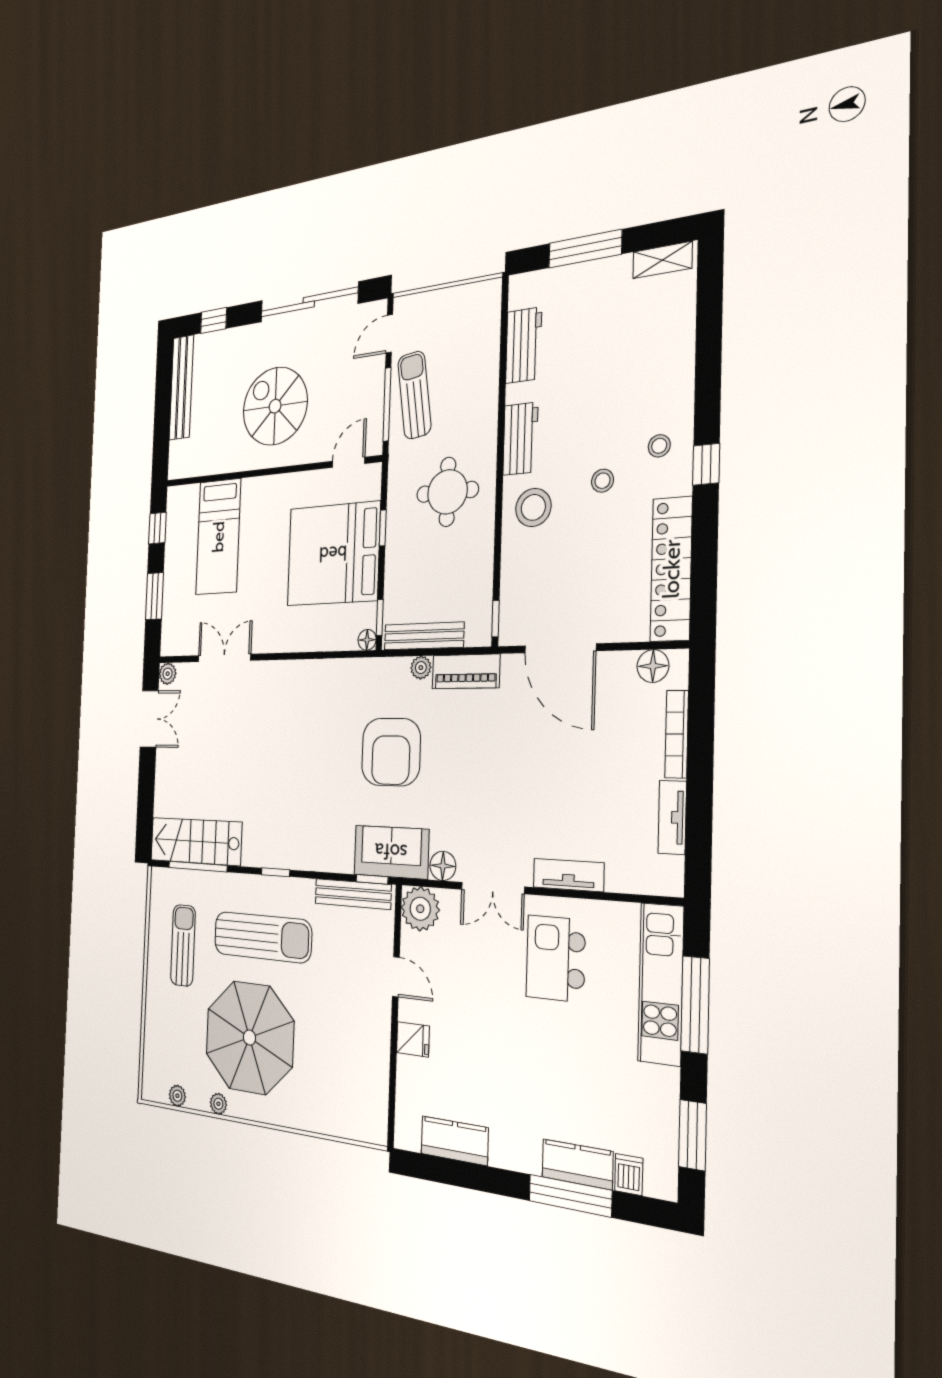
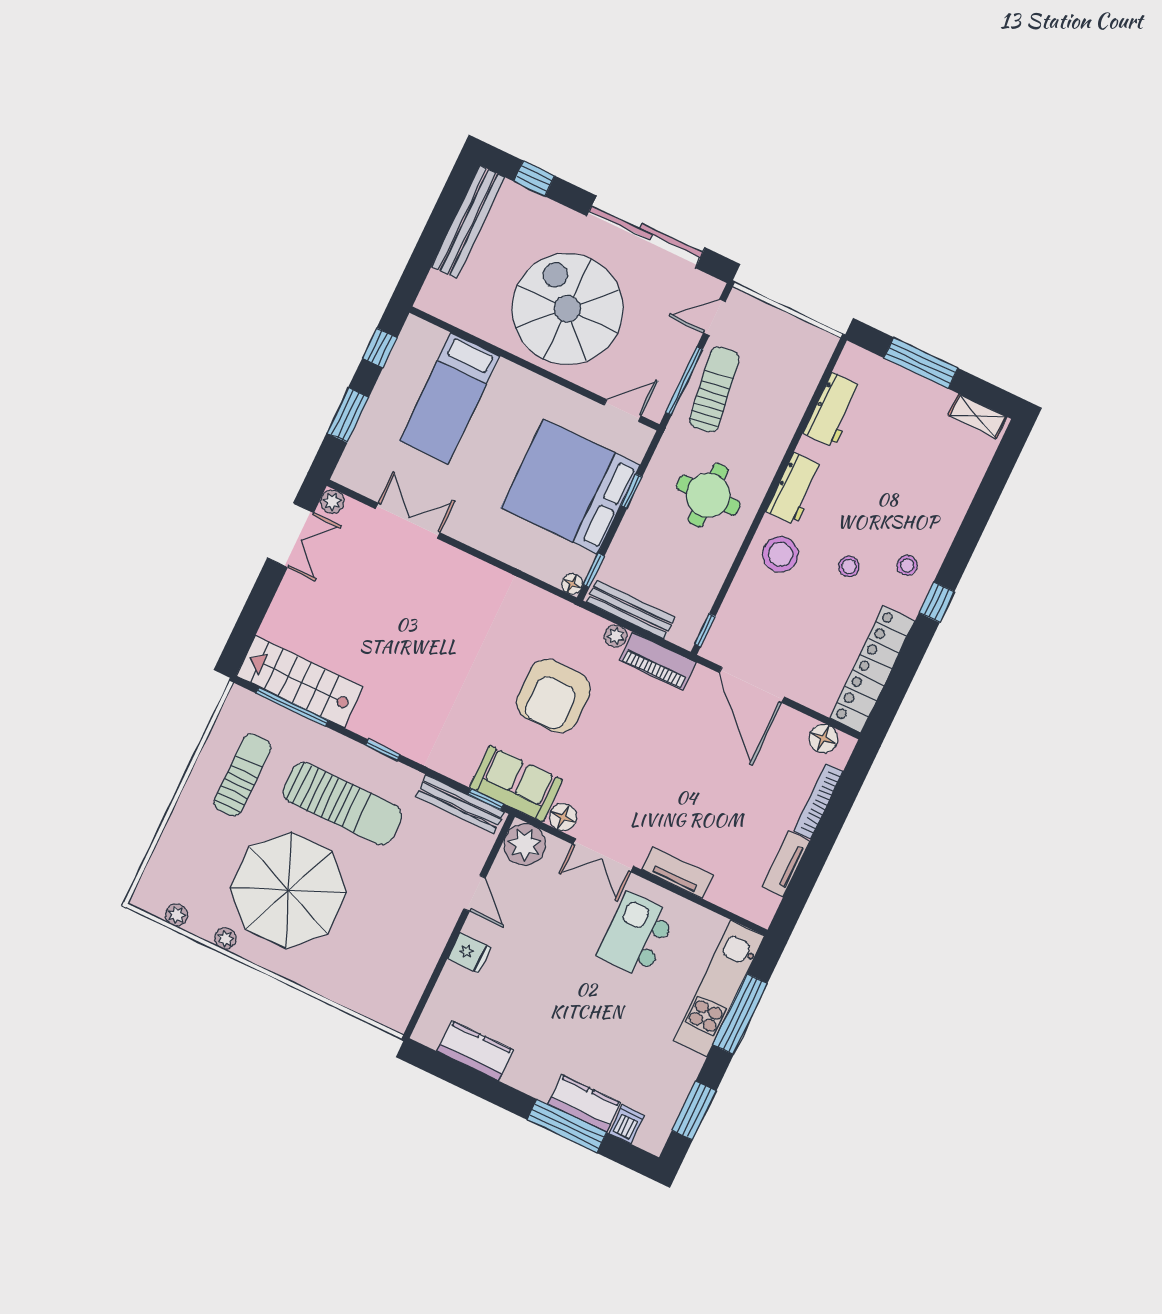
spiral stairs: (275, 406) -> (567, 309), width x1.37, depth x1.37

